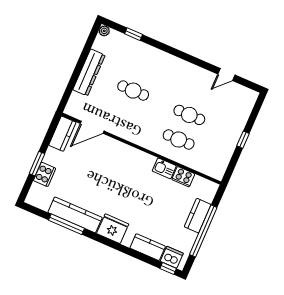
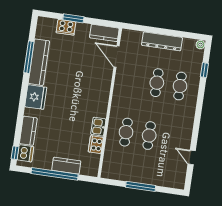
cafe table: (144, 66) -> (180, 86), added
window: (243, 140) -> (141, 186), width x2.17

